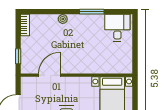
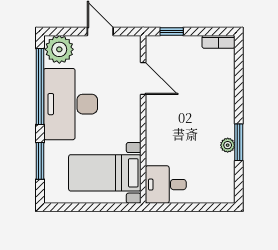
plant: (63, 19) -> (228, 145), moved
desk: (117, 28) -> (166, 185), moved, turned 180

